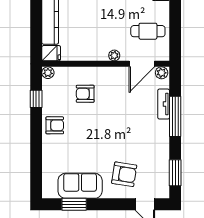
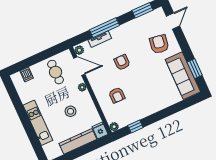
stool: (91, 28) -> (71, 111), added
armchair: (55, 125) -> (122, 62), moved
sofa: (80, 186) -> (183, 76), width x1.36

